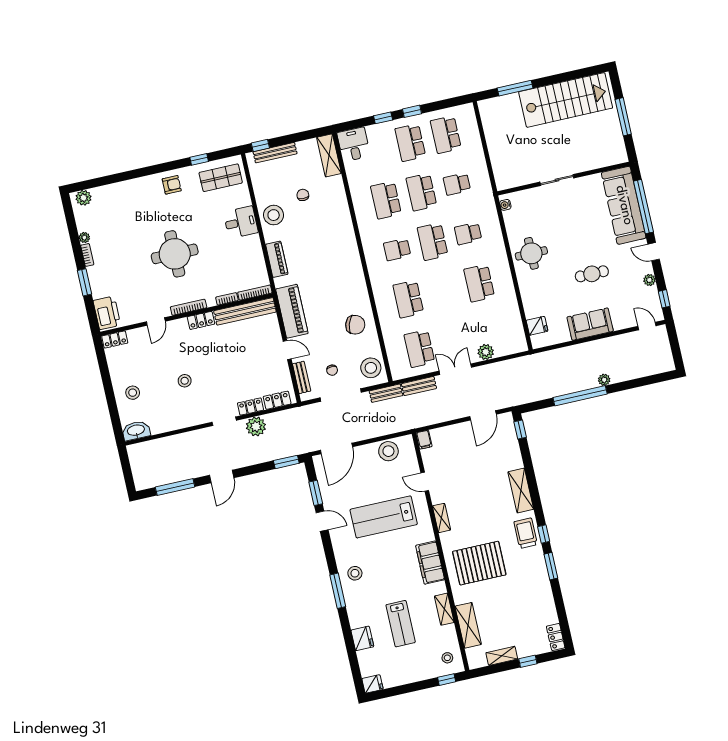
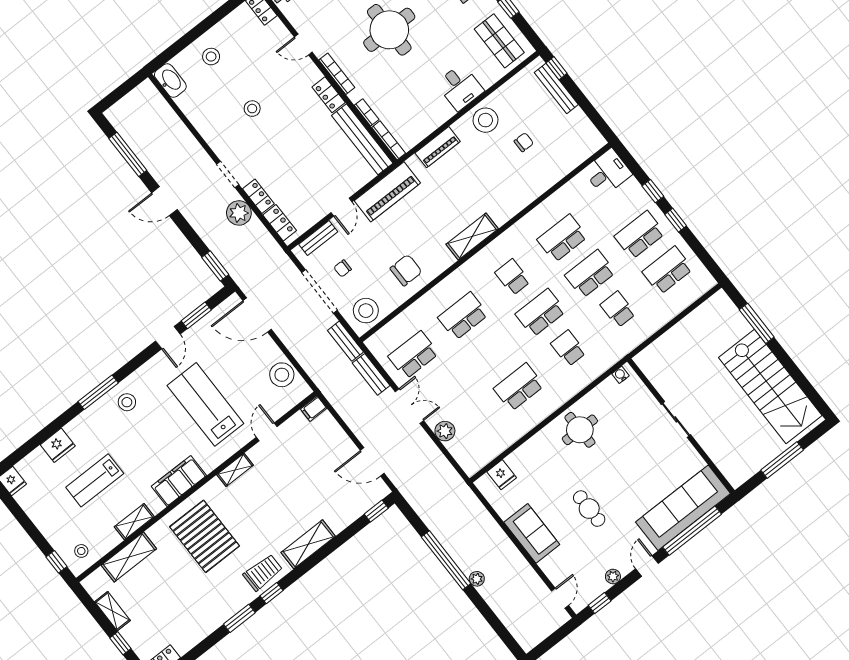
shelving: (329, 155) -> (472, 237), moved
chair: (355, 325) -> (406, 270), turned -108

